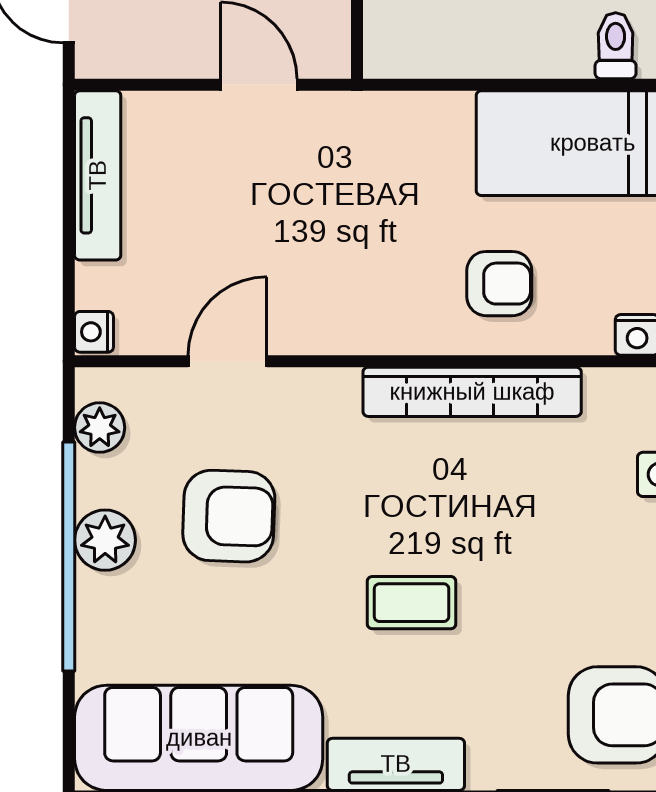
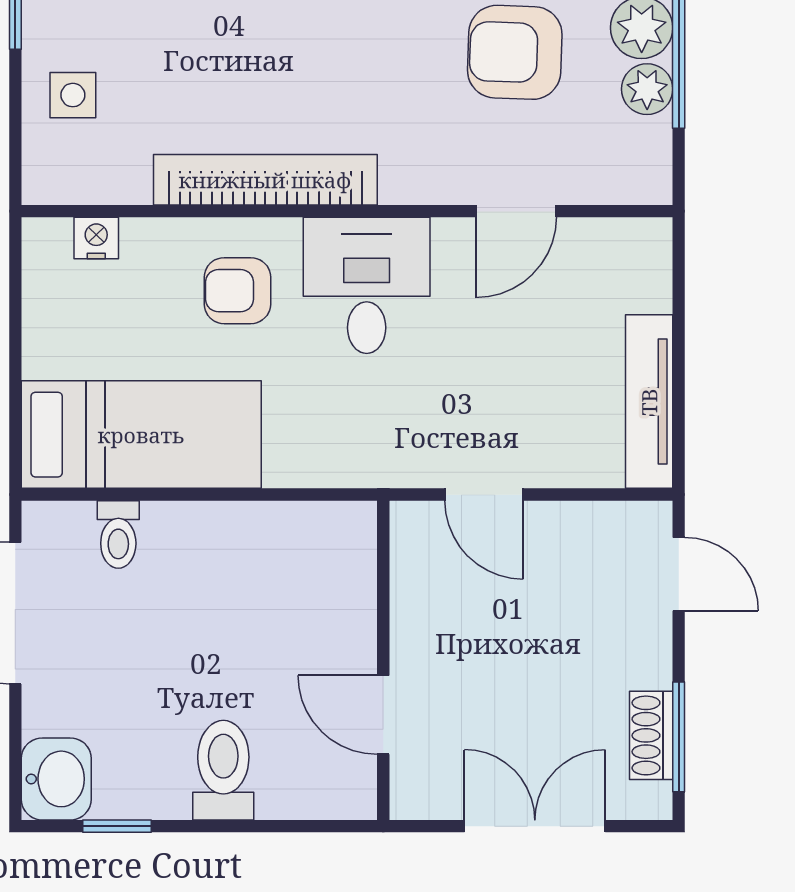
desk: (373, 289) -> (367, 285), added
nightstand: (94, 332) -> (653, 241), removed
plant: (100, 428) -> (647, 89), moved

